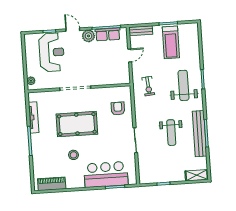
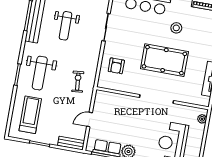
treadmill: (171, 42) -> (30, 115), moved
weight bench: (171, 133) -> (66, 26), turned 180

